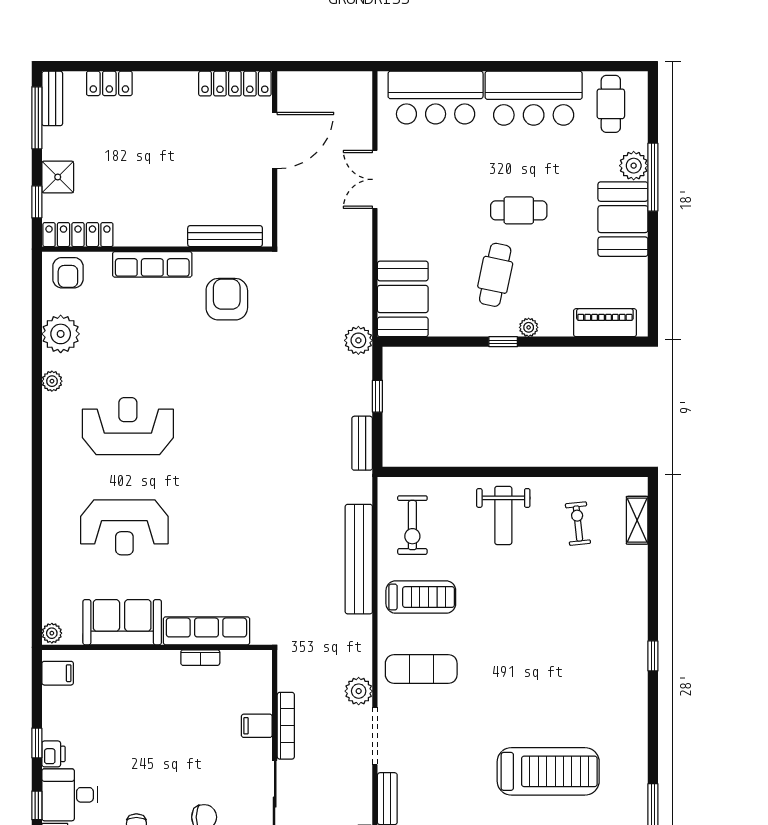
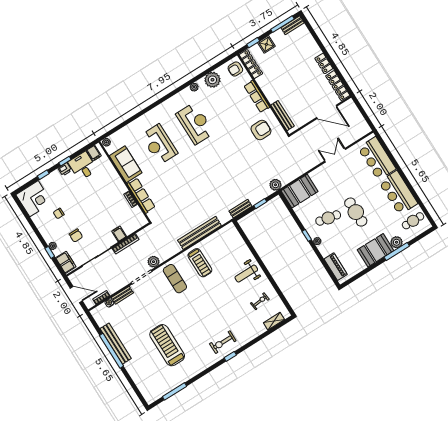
locker: (109, 83) -> (324, 63), moved
cafe table: (519, 210) -> (356, 212), width x1.37, depth x1.35
exercise bike: (412, 525) -> (223, 342), moved
treadmill: (548, 771) -> (167, 345), turned 180
desk: (70, 795) -> (83, 166), moved

